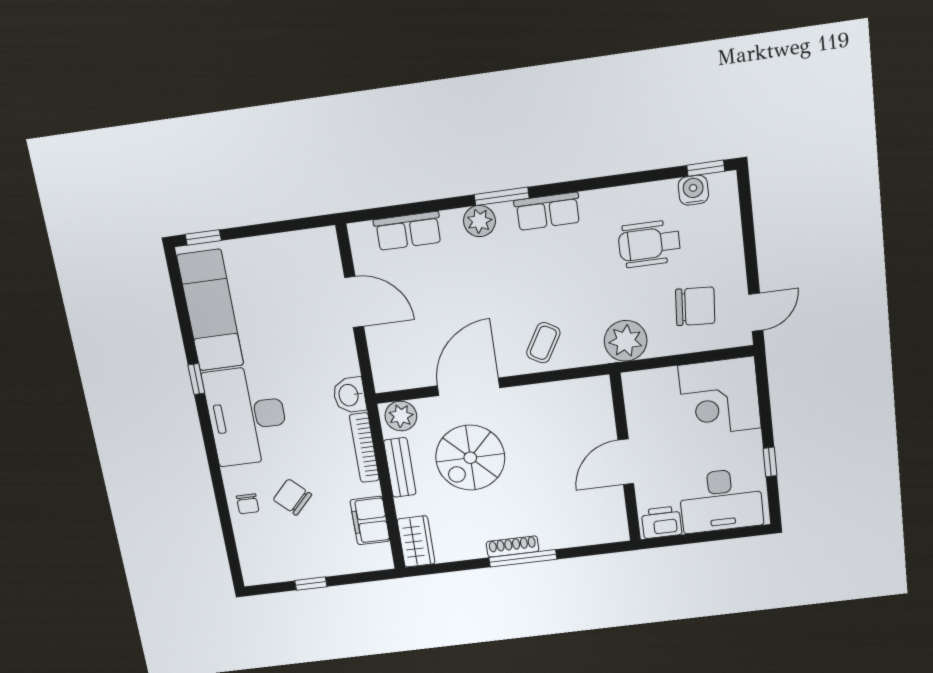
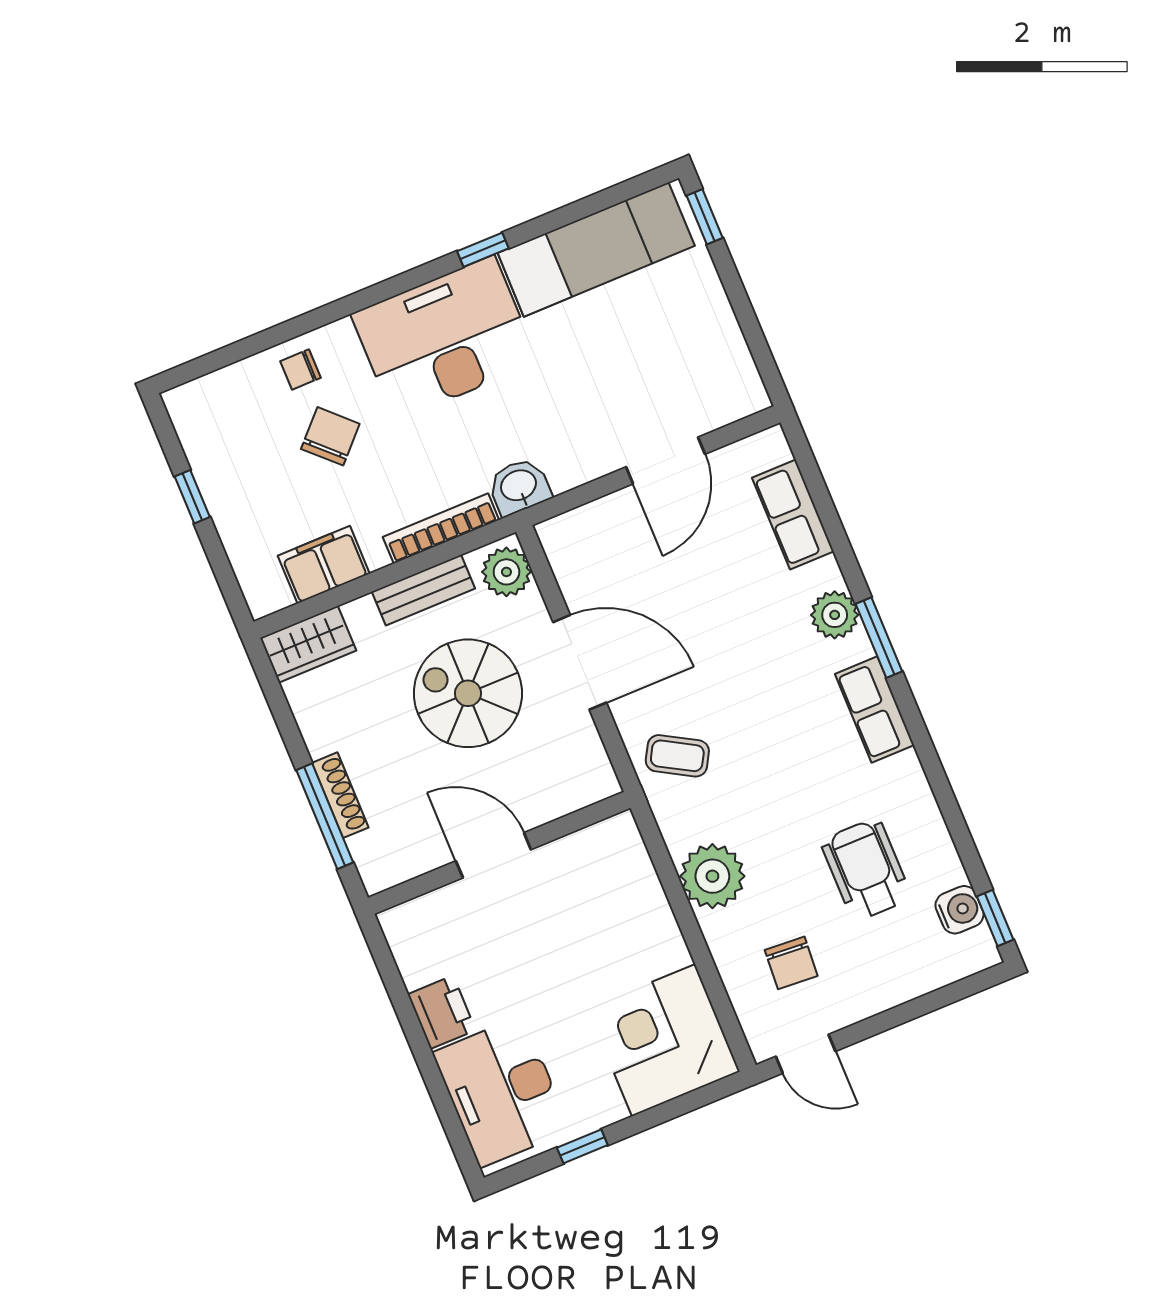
chair: (695, 306) -> (791, 963), width x0.73, depth x0.73
wall: (625, 458) -> (499, 853), moved
door: (626, 462) -> (493, 855), moved

